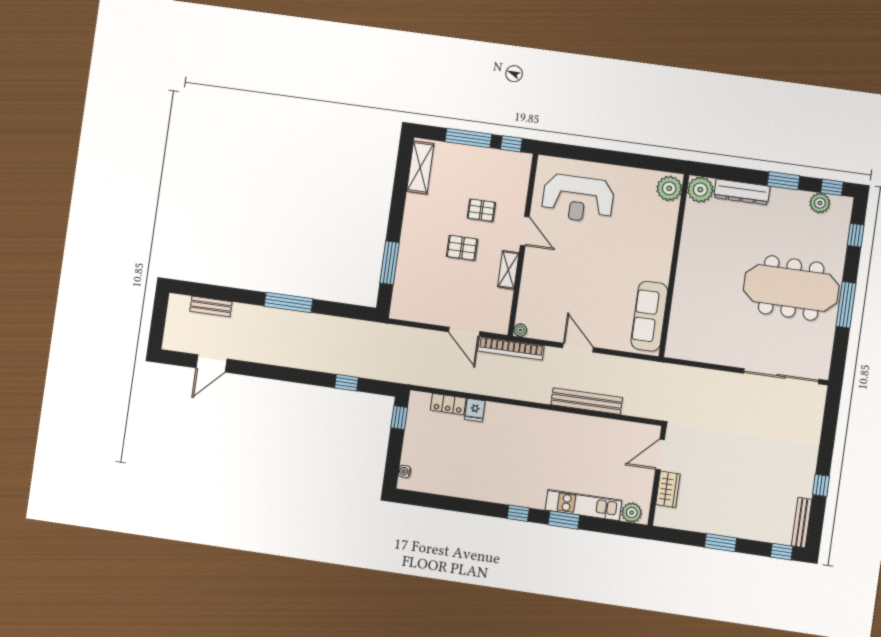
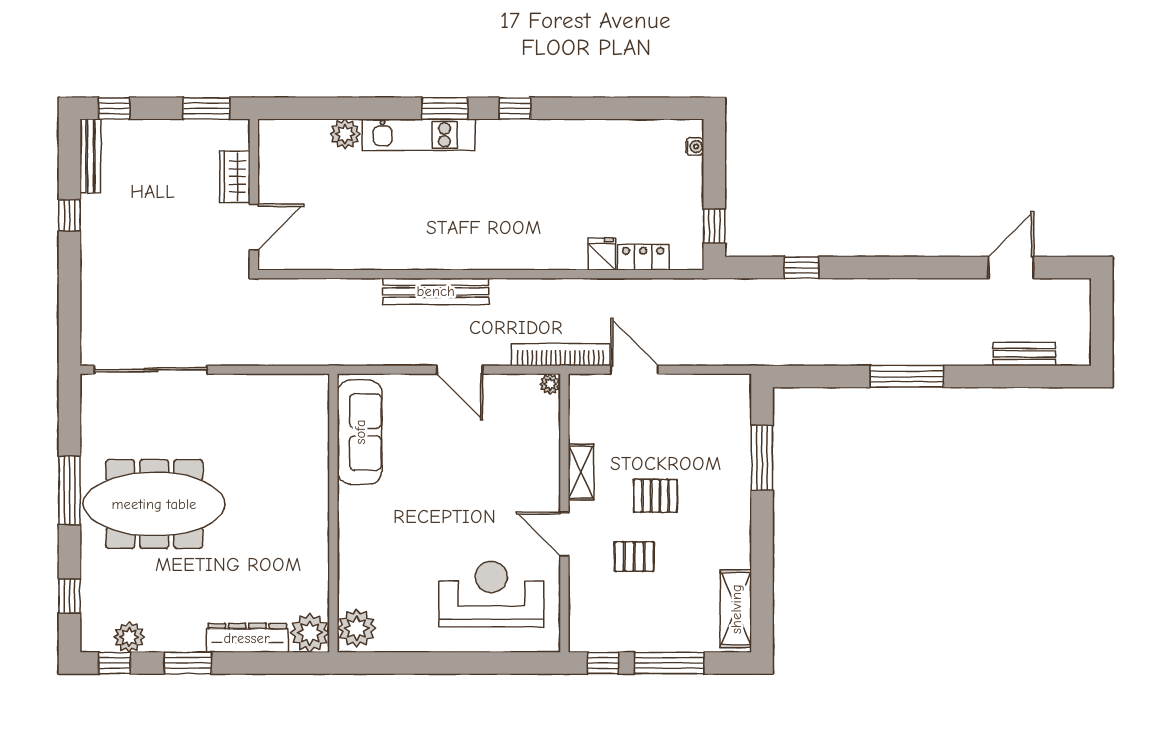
door: (660, 454) -> (254, 227), moved
wall: (657, 476) -> (254, 195), moved
wardrobe: (668, 489) -> (235, 177), moved

